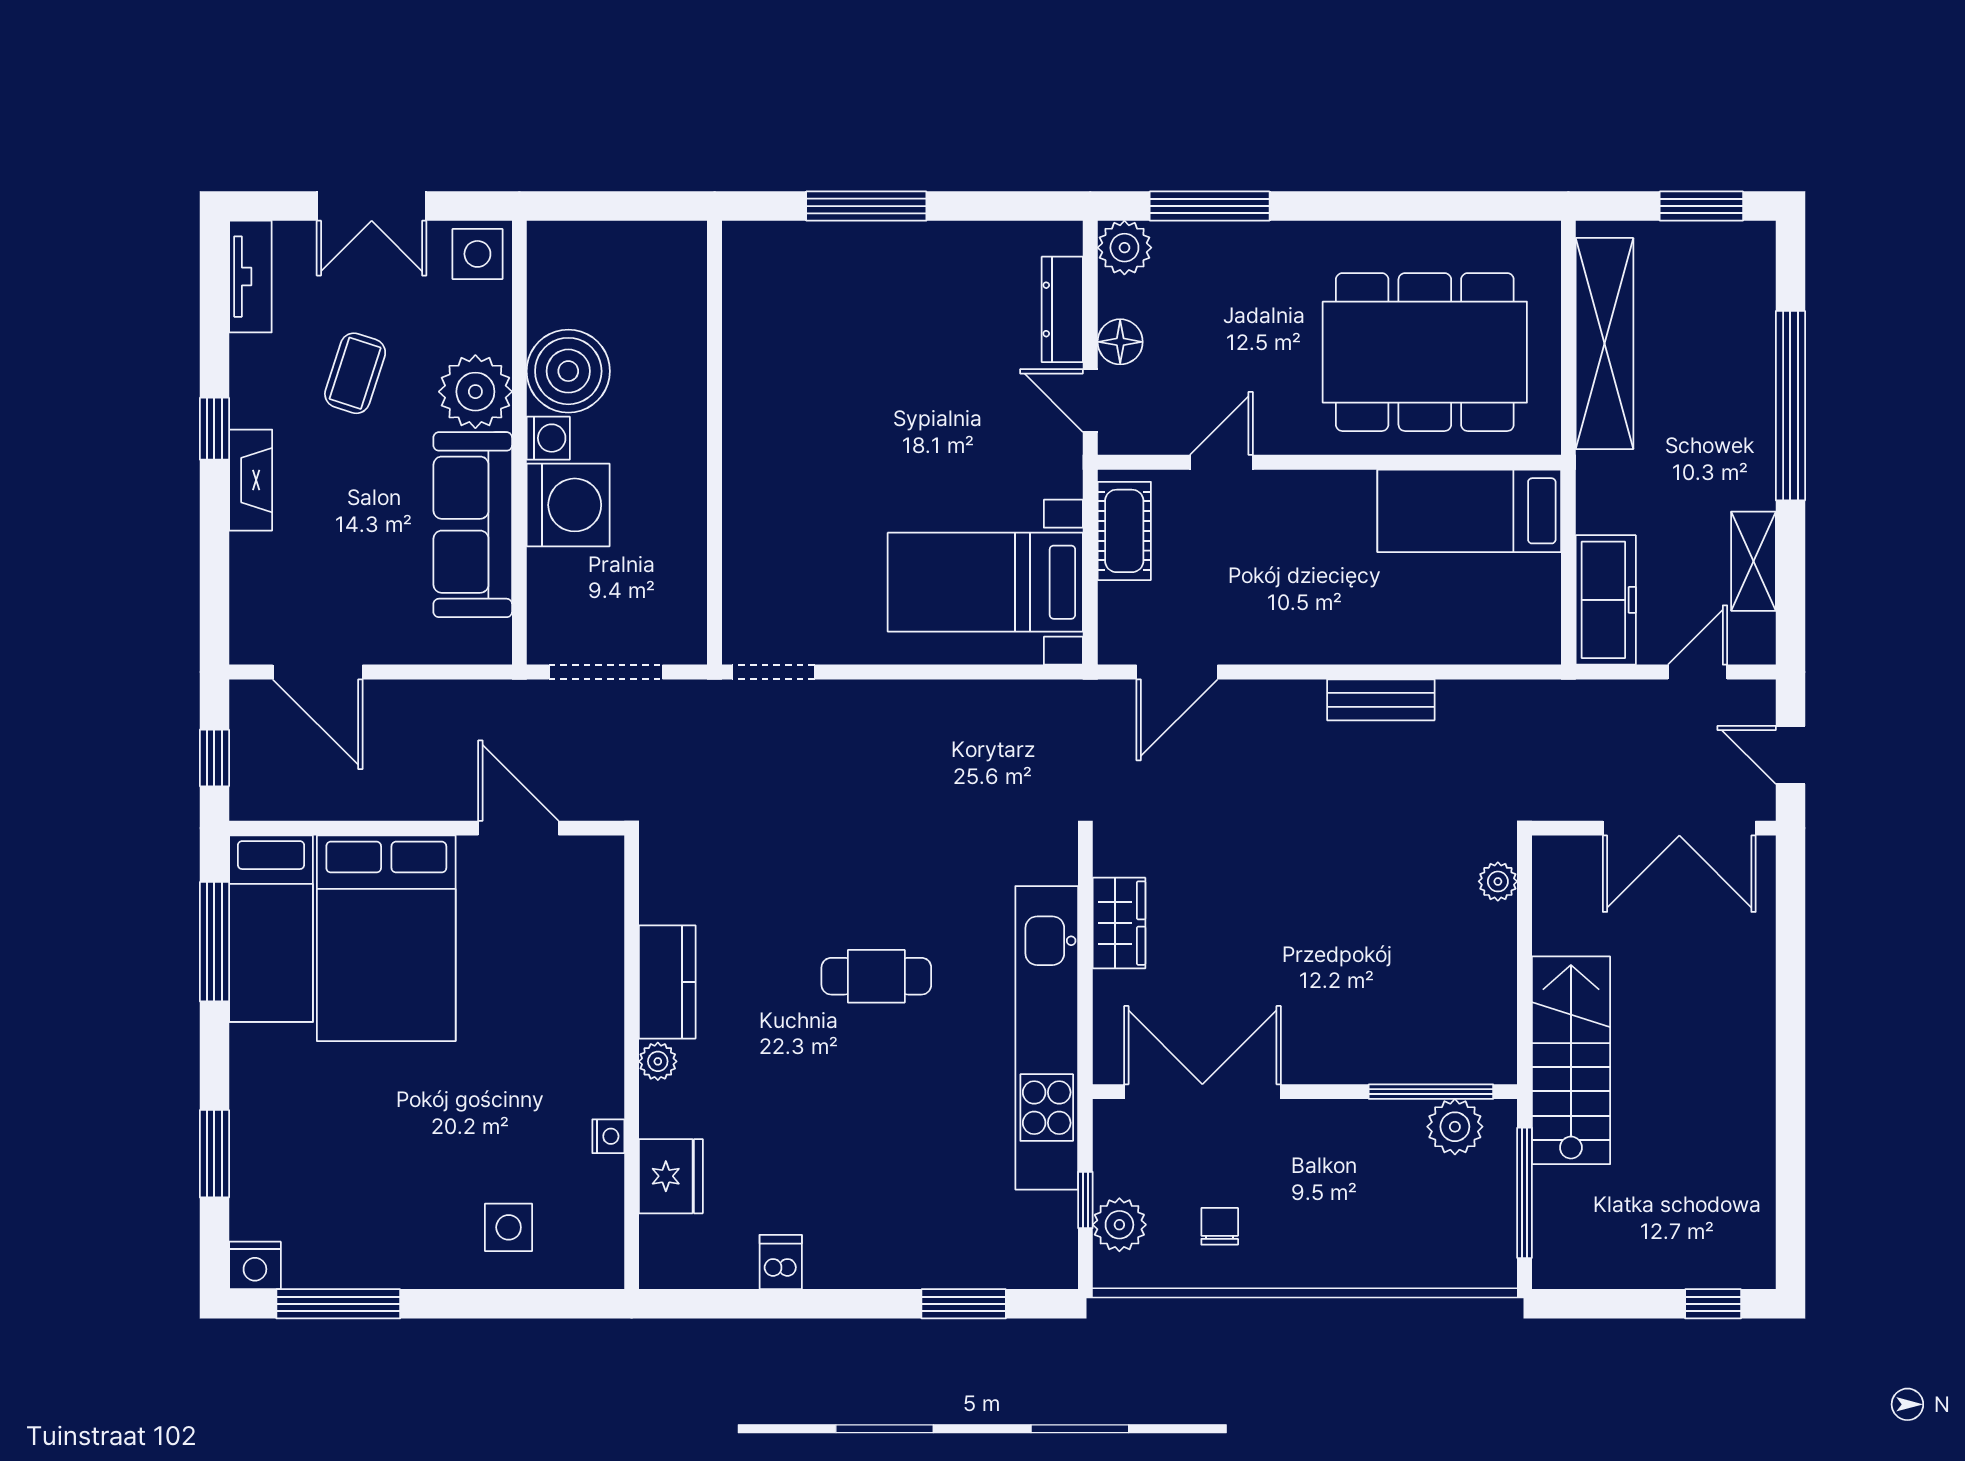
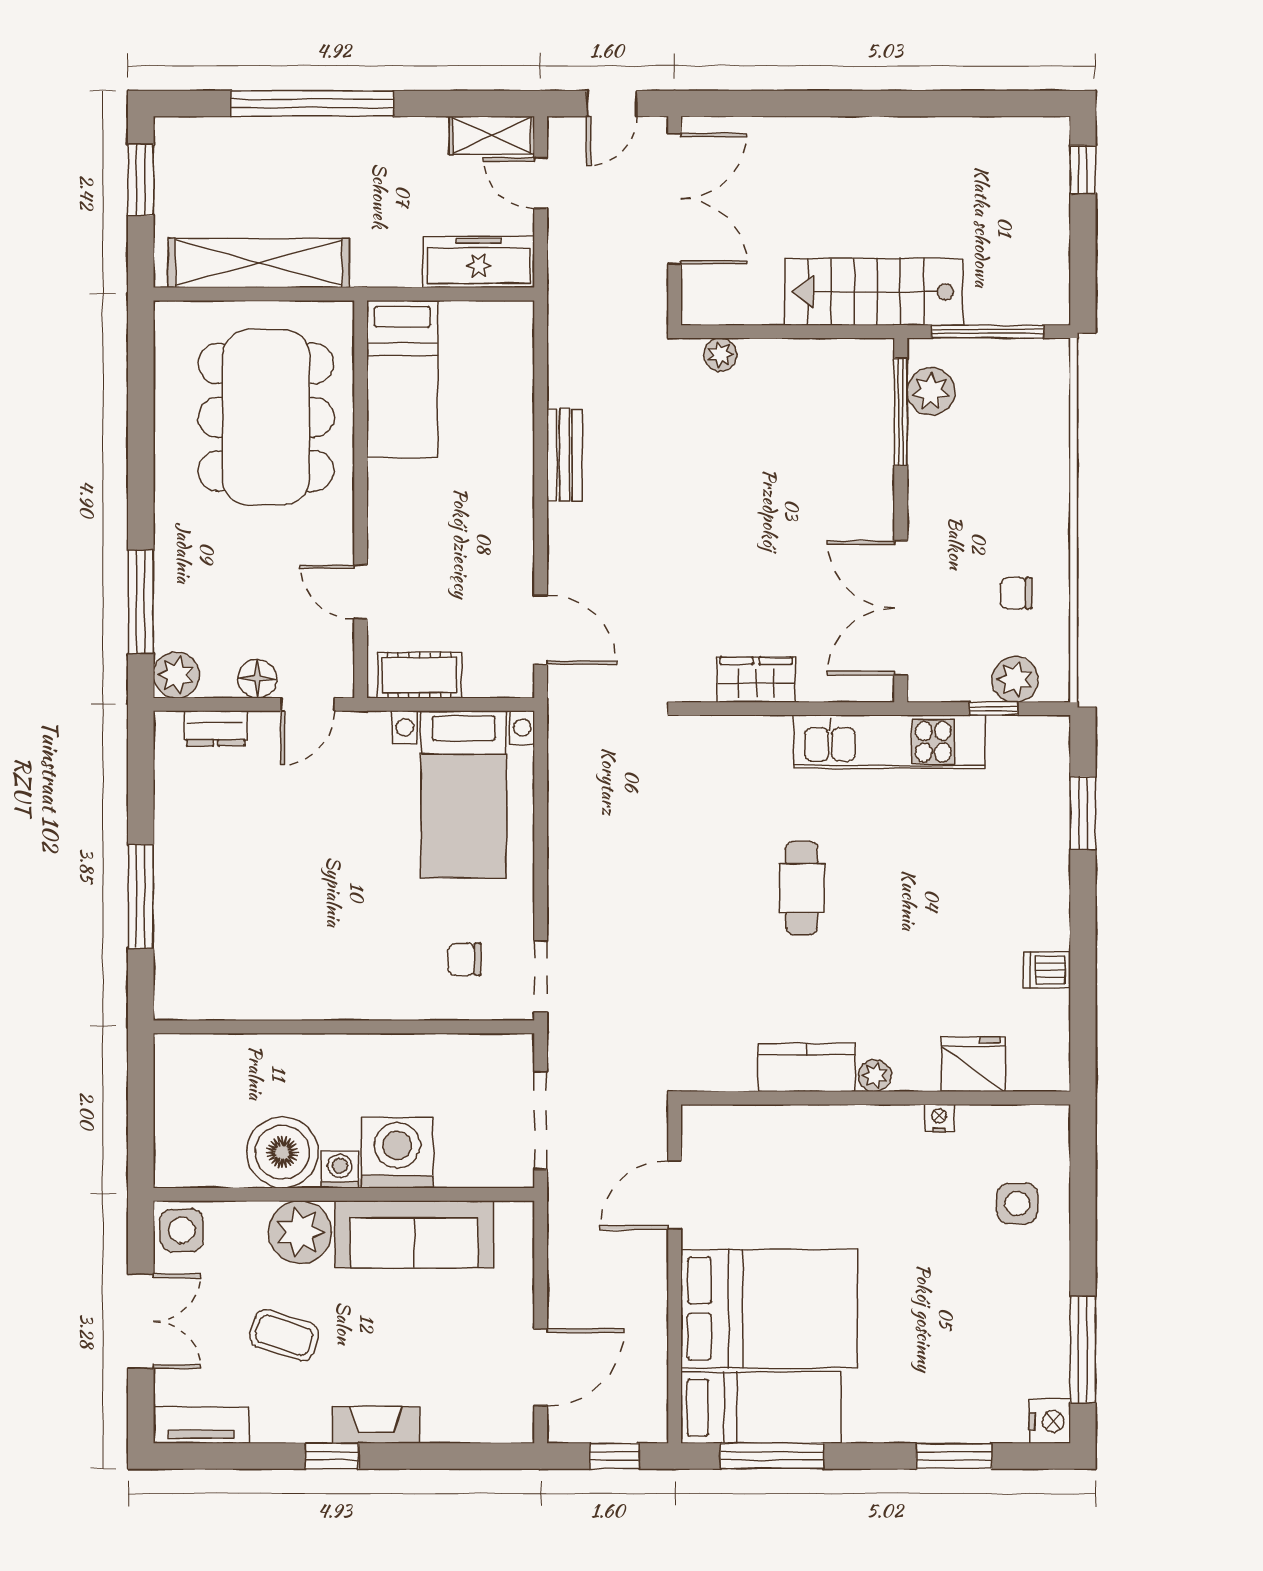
dresser: (1062, 309) -> (216, 728), width x0.70
shelving: (1753, 561) -> (492, 135), moved
chair: (793, 583) -> (464, 959), added
kitchen unit: (1047, 1038) -> (889, 742), width x0.73

